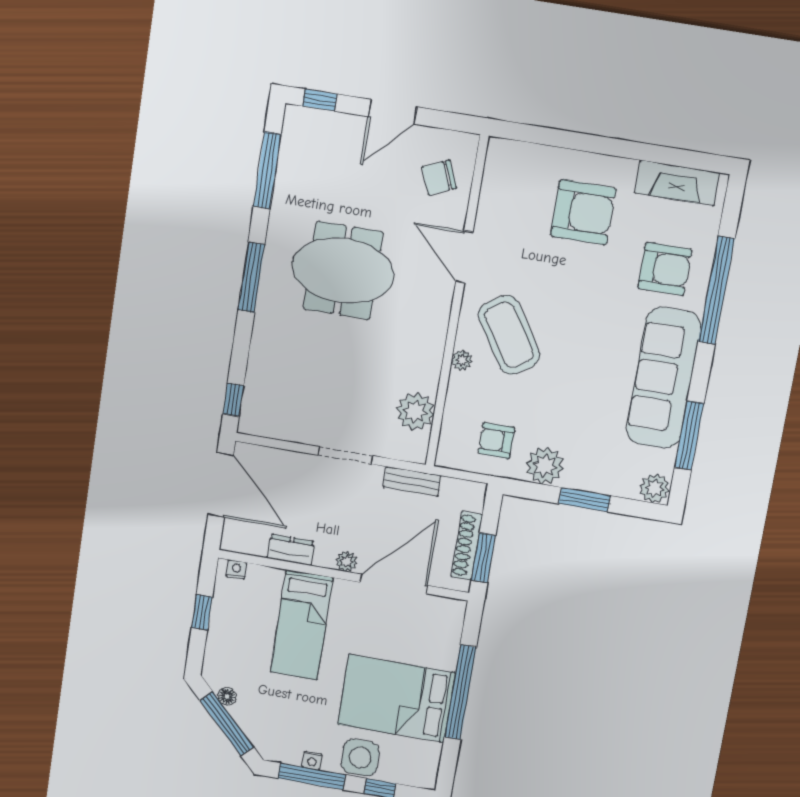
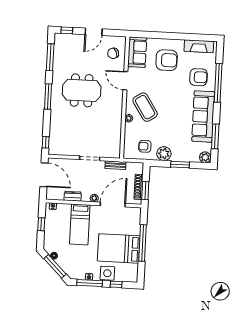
sofa: (505, 181) -> (137, 52), added
plant: (415, 412) -> (114, 139), removed

